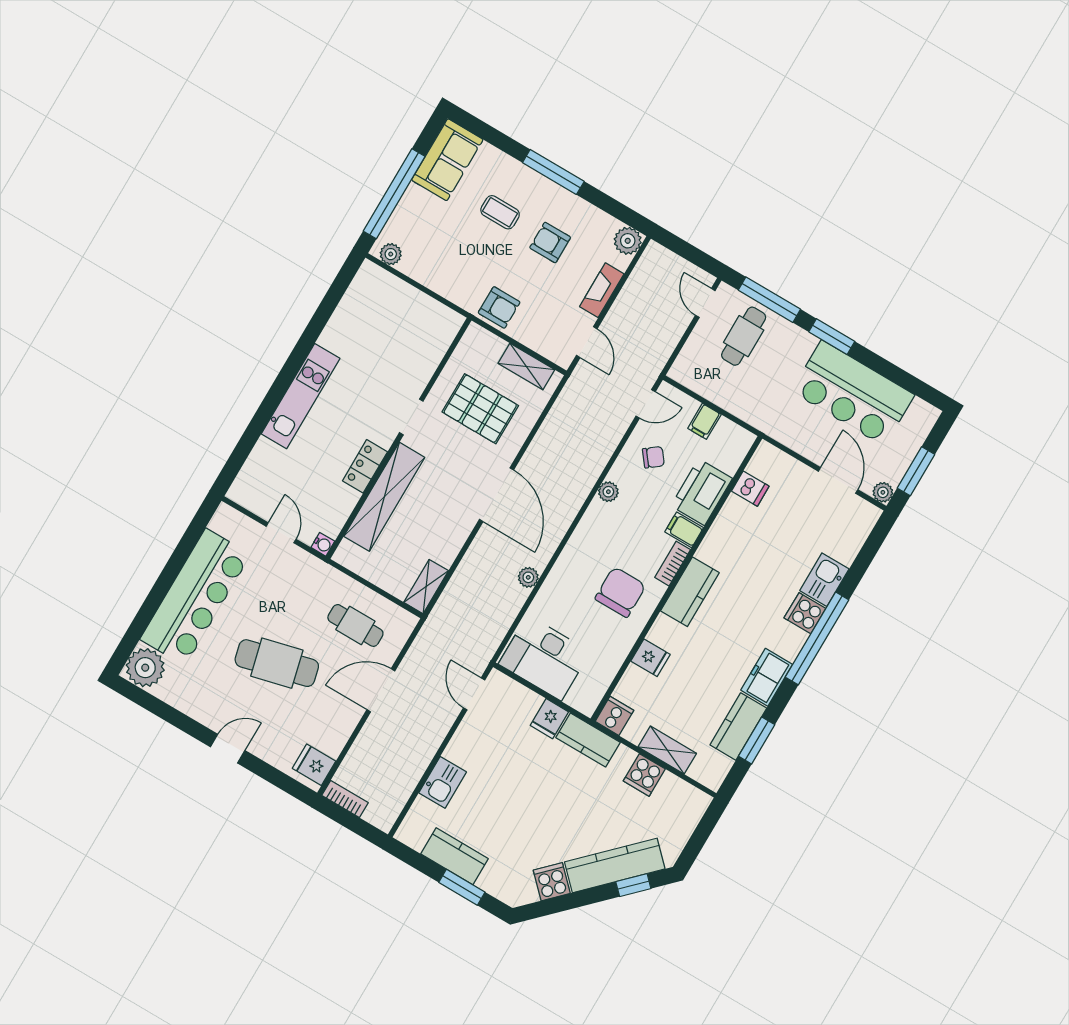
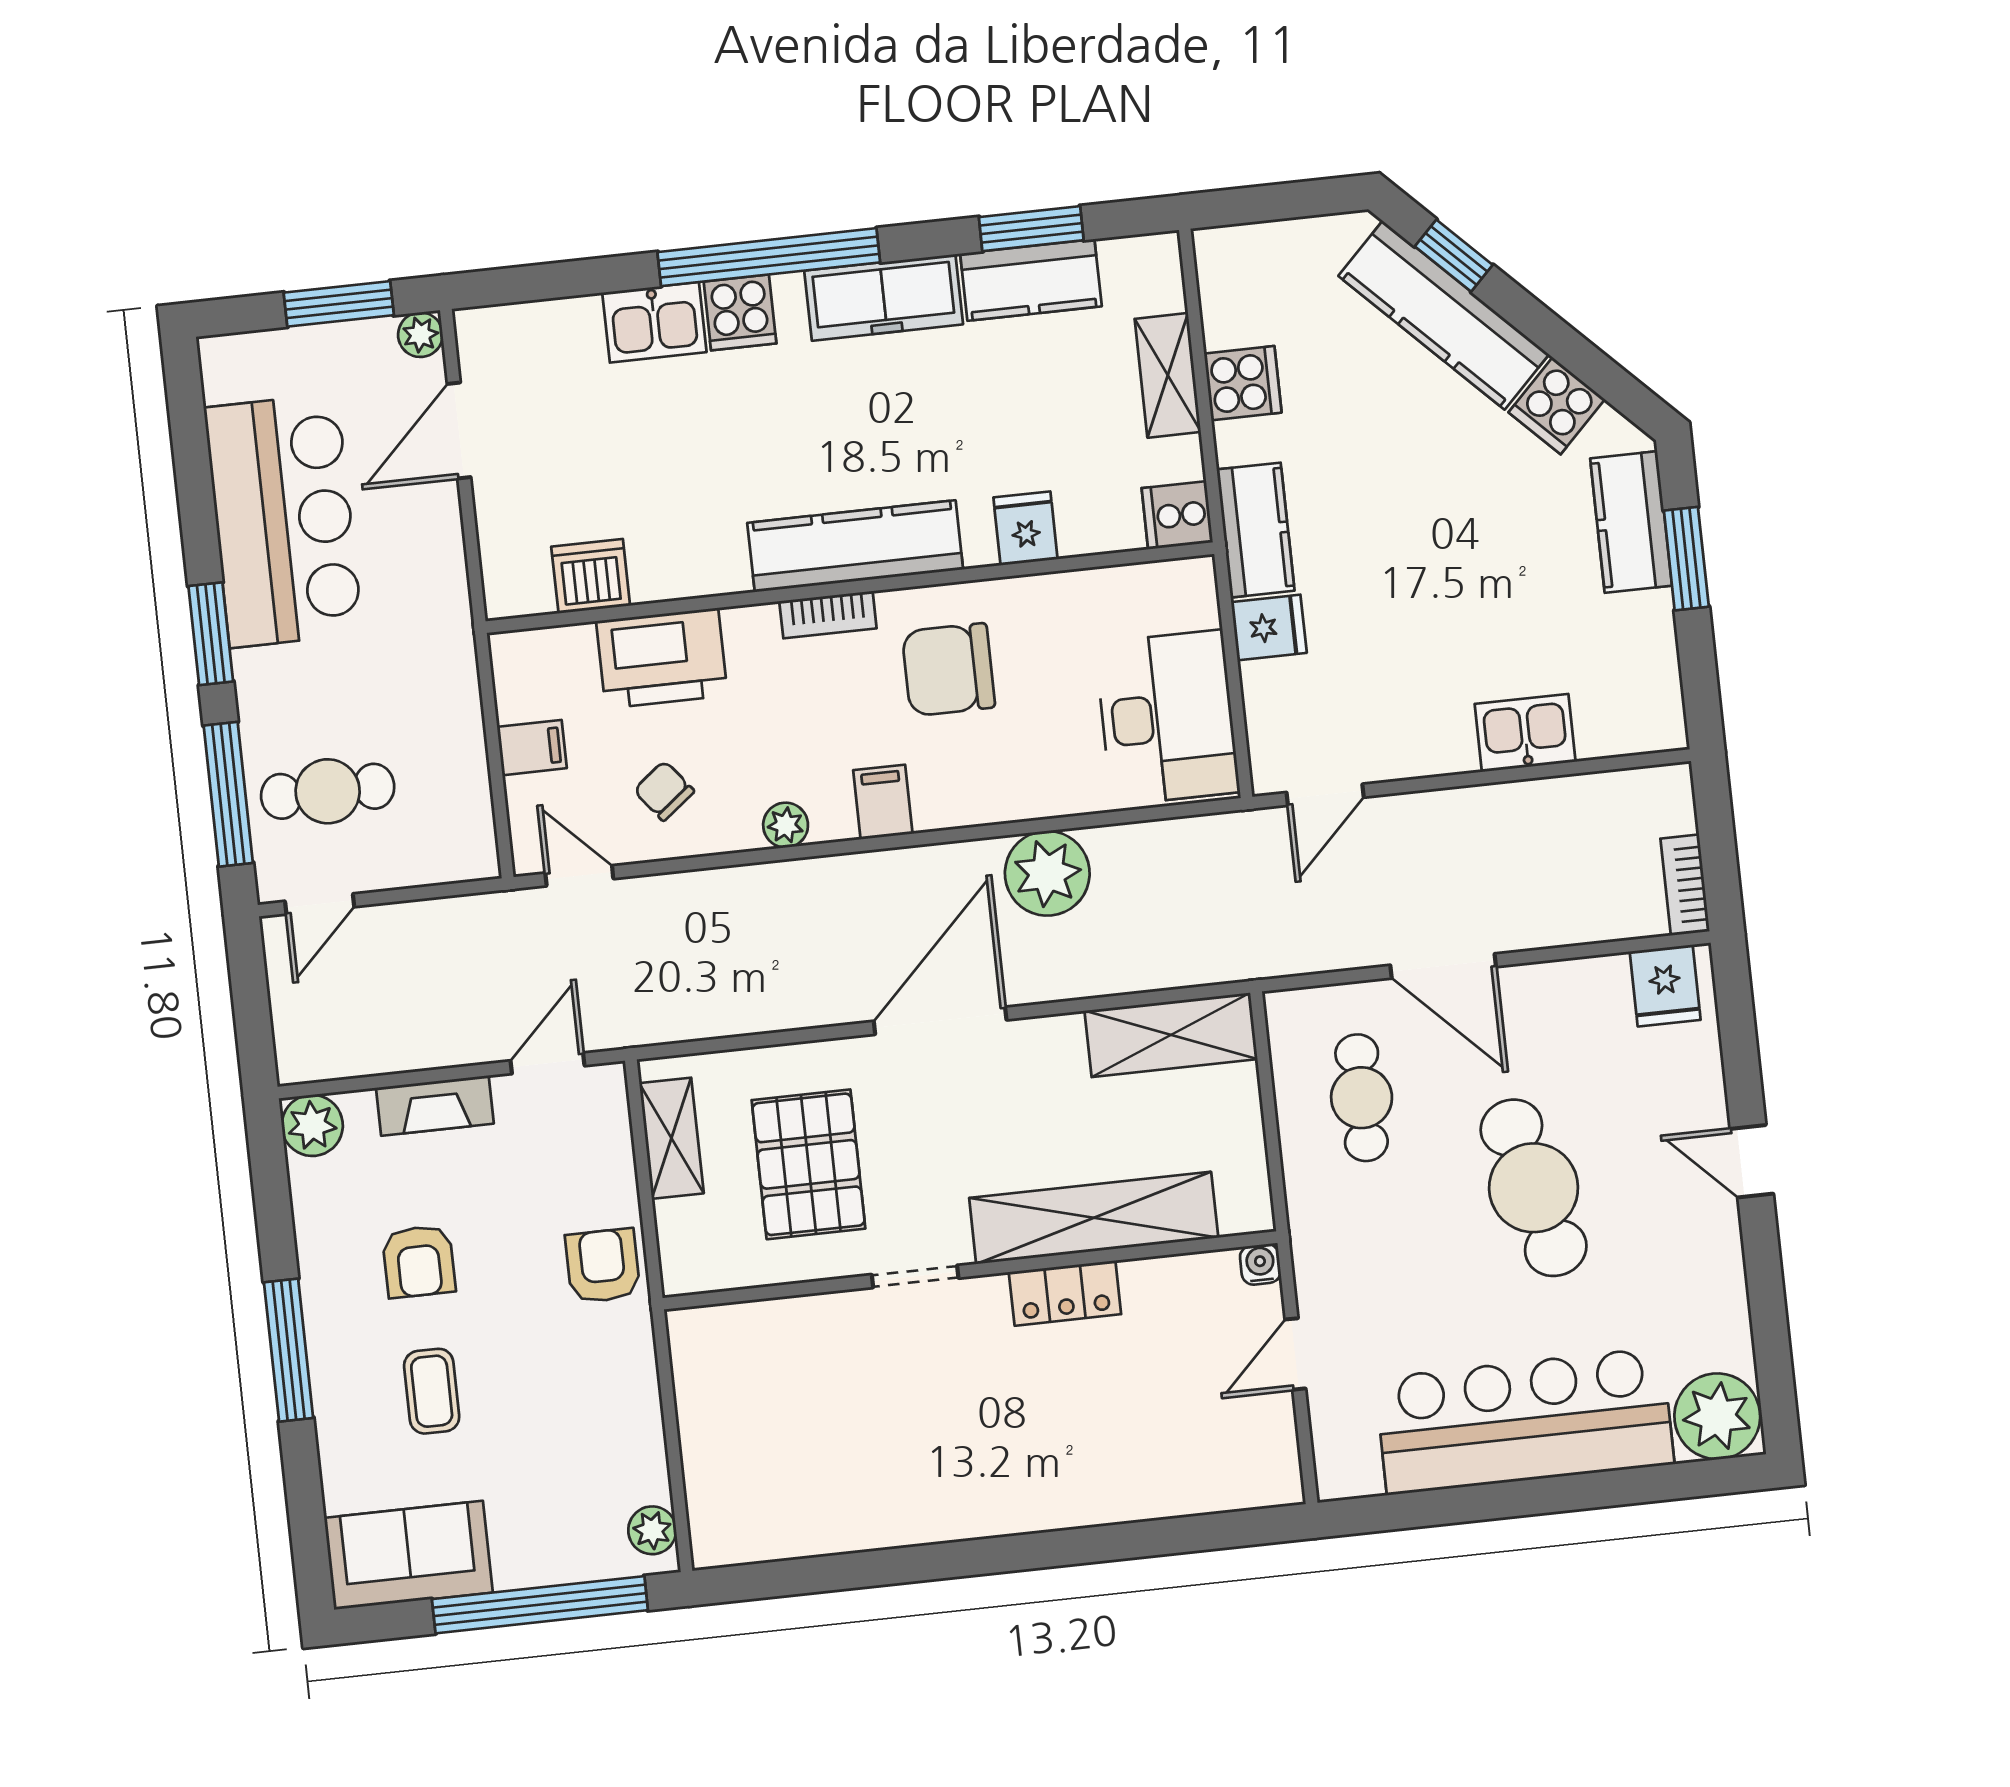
kitchen unit: (301, 396) -> (1026, 1501), removed
dishwasher: (750, 489) -> (591, 576), width x1.38
filing cabinet: (684, 530) -> (883, 802), moved, turned 180
plant: (528, 577) -> (1047, 873), width x1.88, depth x1.88
shelving: (426, 587) -> (1171, 1035), width x1.50, depth x1.33
kitchen counter: (690, 592) -> (855, 546), width x1.50
freezer: (767, 677) -> (884, 297), width x1.40
kitchen counter: (455, 856) -> (1631, 522), moved

